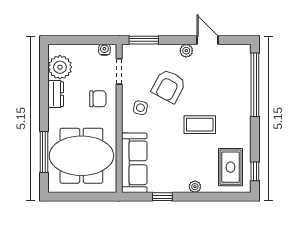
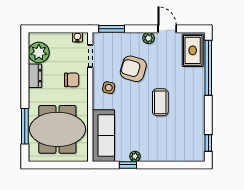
armchair: (169, 86) -> (133, 69), turned 78
coffee table: (200, 125) -> (160, 102), turned 90
rug: (231, 167) -> (193, 50), moved
plant: (195, 187) -> (135, 156), moved

